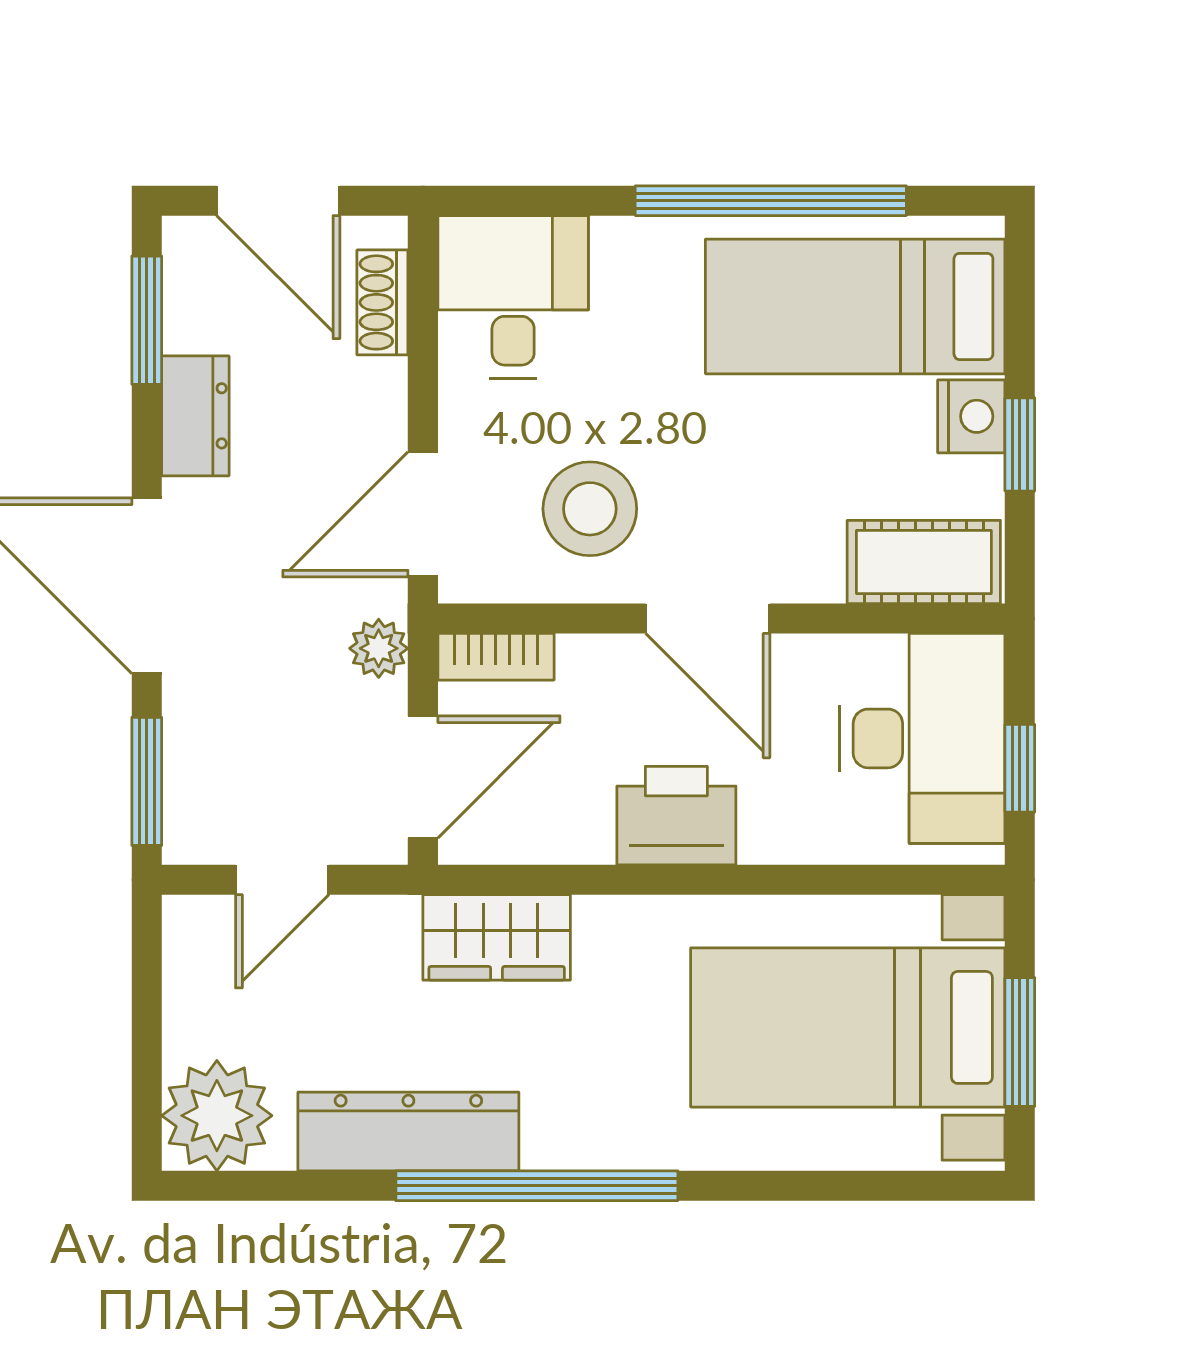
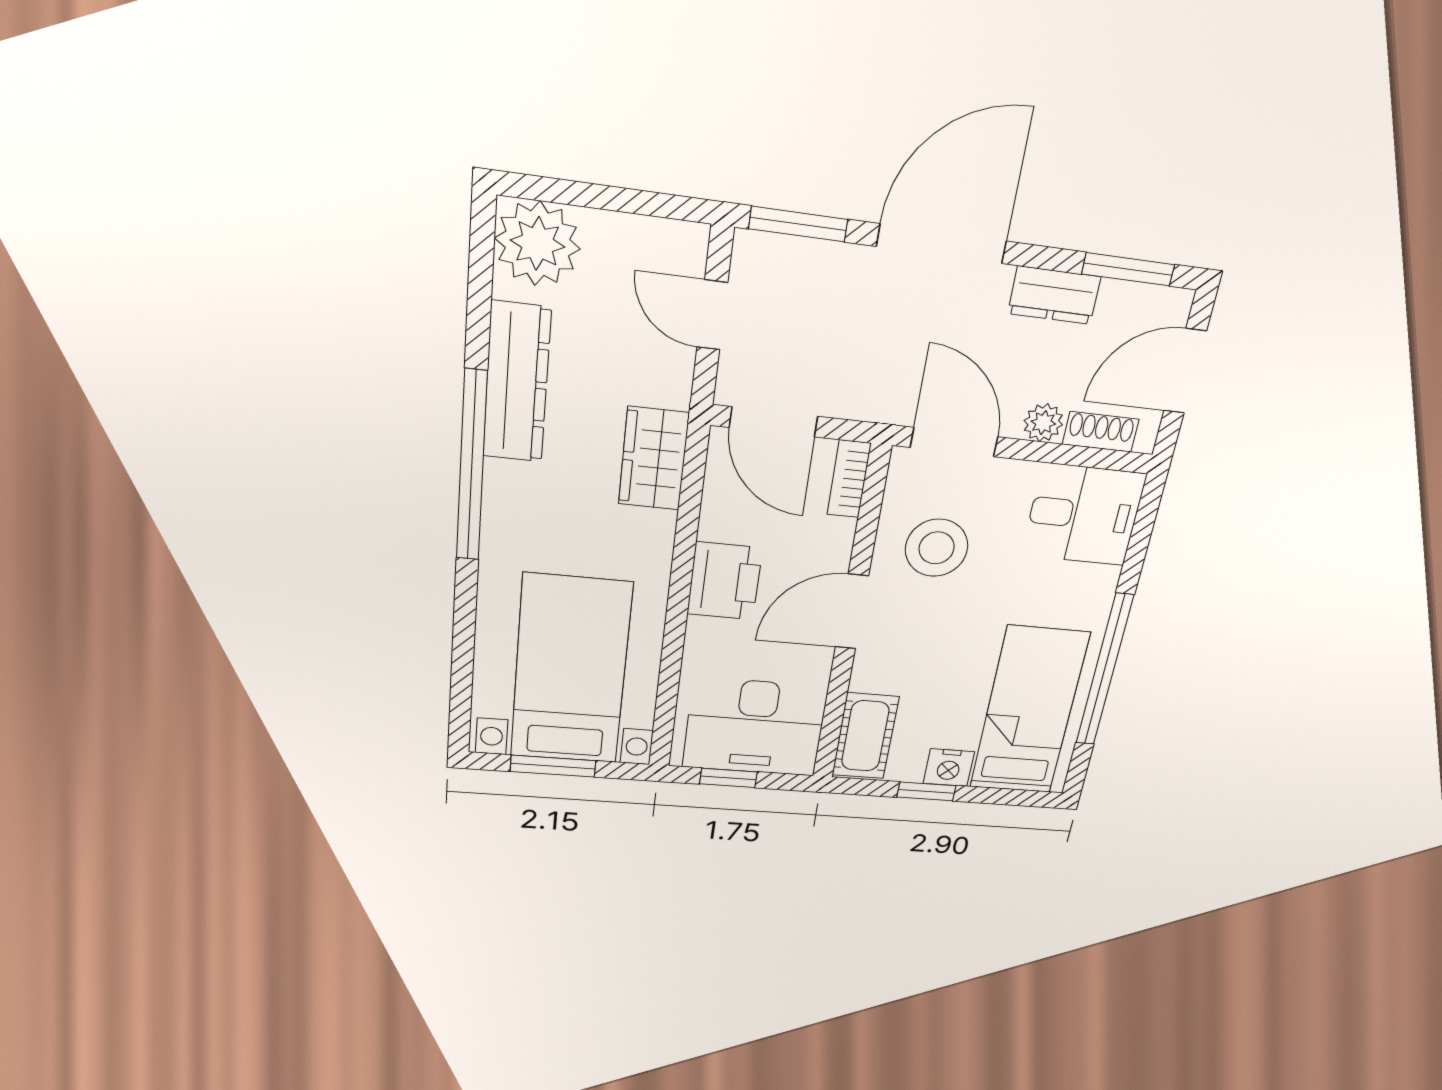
plant: (379, 648) -> (1043, 423), moved

